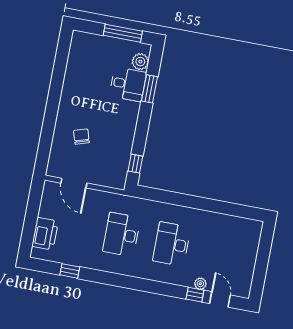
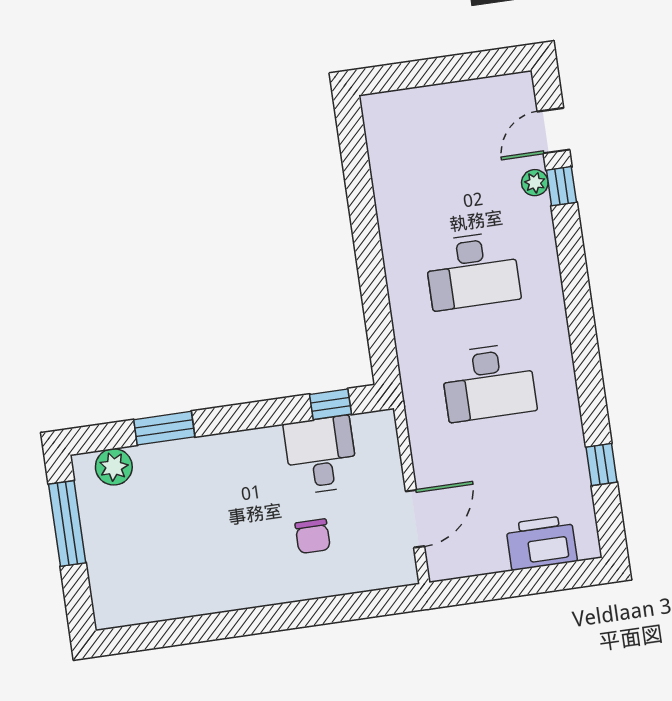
desk: (128, 84) -> (321, 455), moved
chair: (81, 137) -> (313, 536), turned -73

